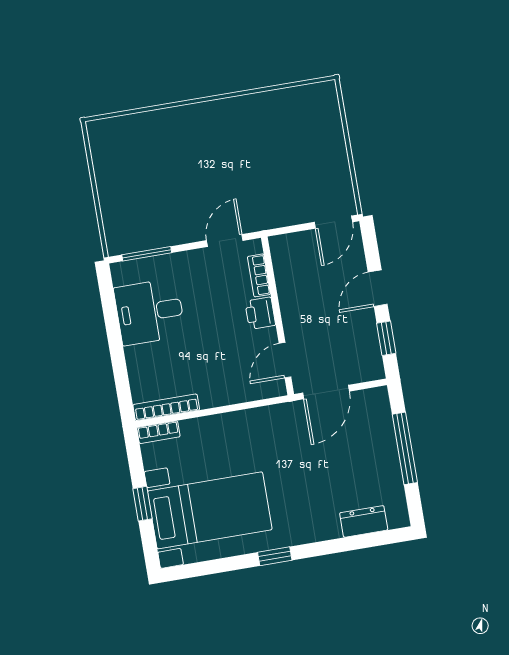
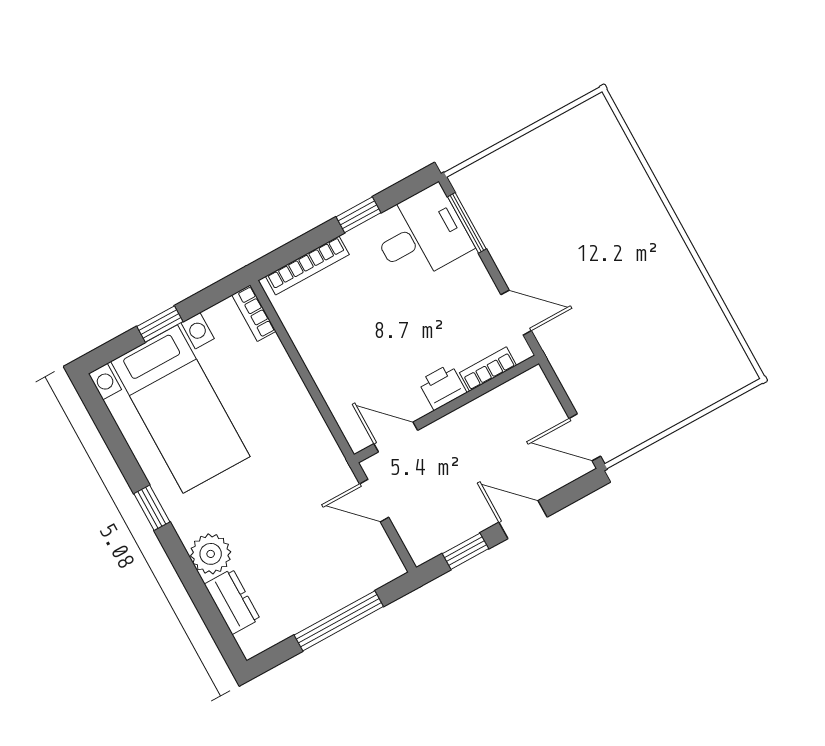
desk: (150, 312) -> (421, 235), moved, turned 90
window: (113, 331) -> (358, 215), added
door: (326, 392) -> (374, 501), width x0.73
bookcase: (166, 407) -> (307, 265), moved, turned 90
plant: (323, 525) -> (211, 554), added

